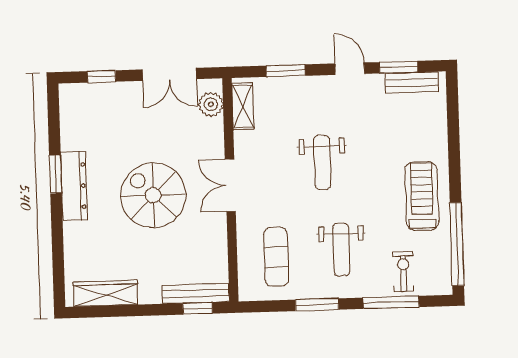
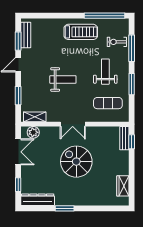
dresser: (74, 186) -> (38, 200), moved
spiral stairs: (153, 195) -> (76, 162), turned 90
treadmill: (422, 196) -> (81, 32), turned 180
weight bench: (341, 250) -> (105, 72), turned -90
wardrobe: (106, 293) -> (123, 186), width x0.67
bench: (196, 293) -> (124, 138), width x0.73

